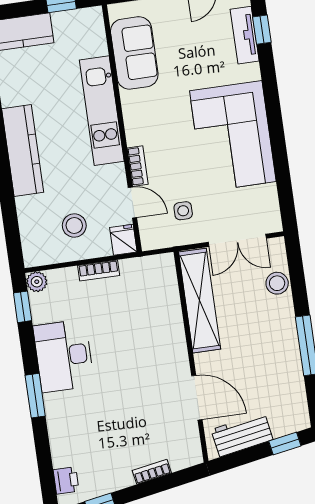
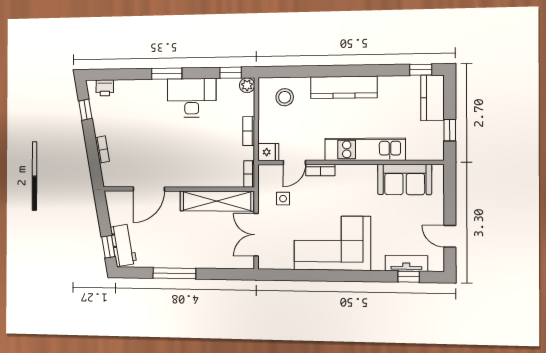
stool: (74, 226) -> (285, 97), moved
bookcase: (157, 262) -> (249, 174), added
stool: (277, 283) -> (221, 259), removed
workbench: (242, 435) -> (123, 245), moved

